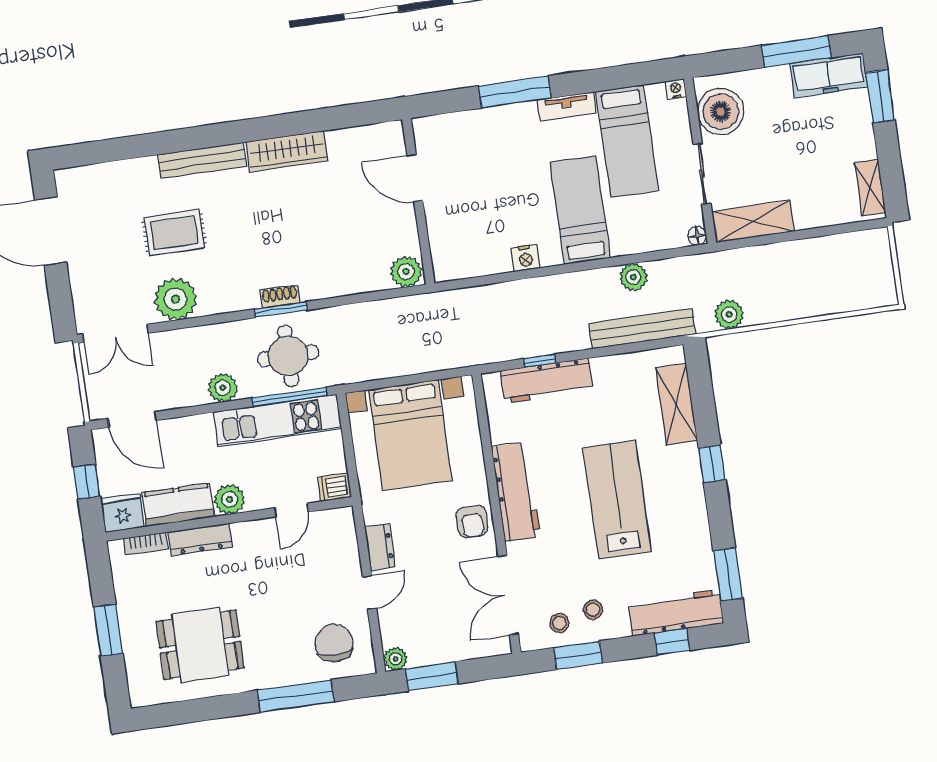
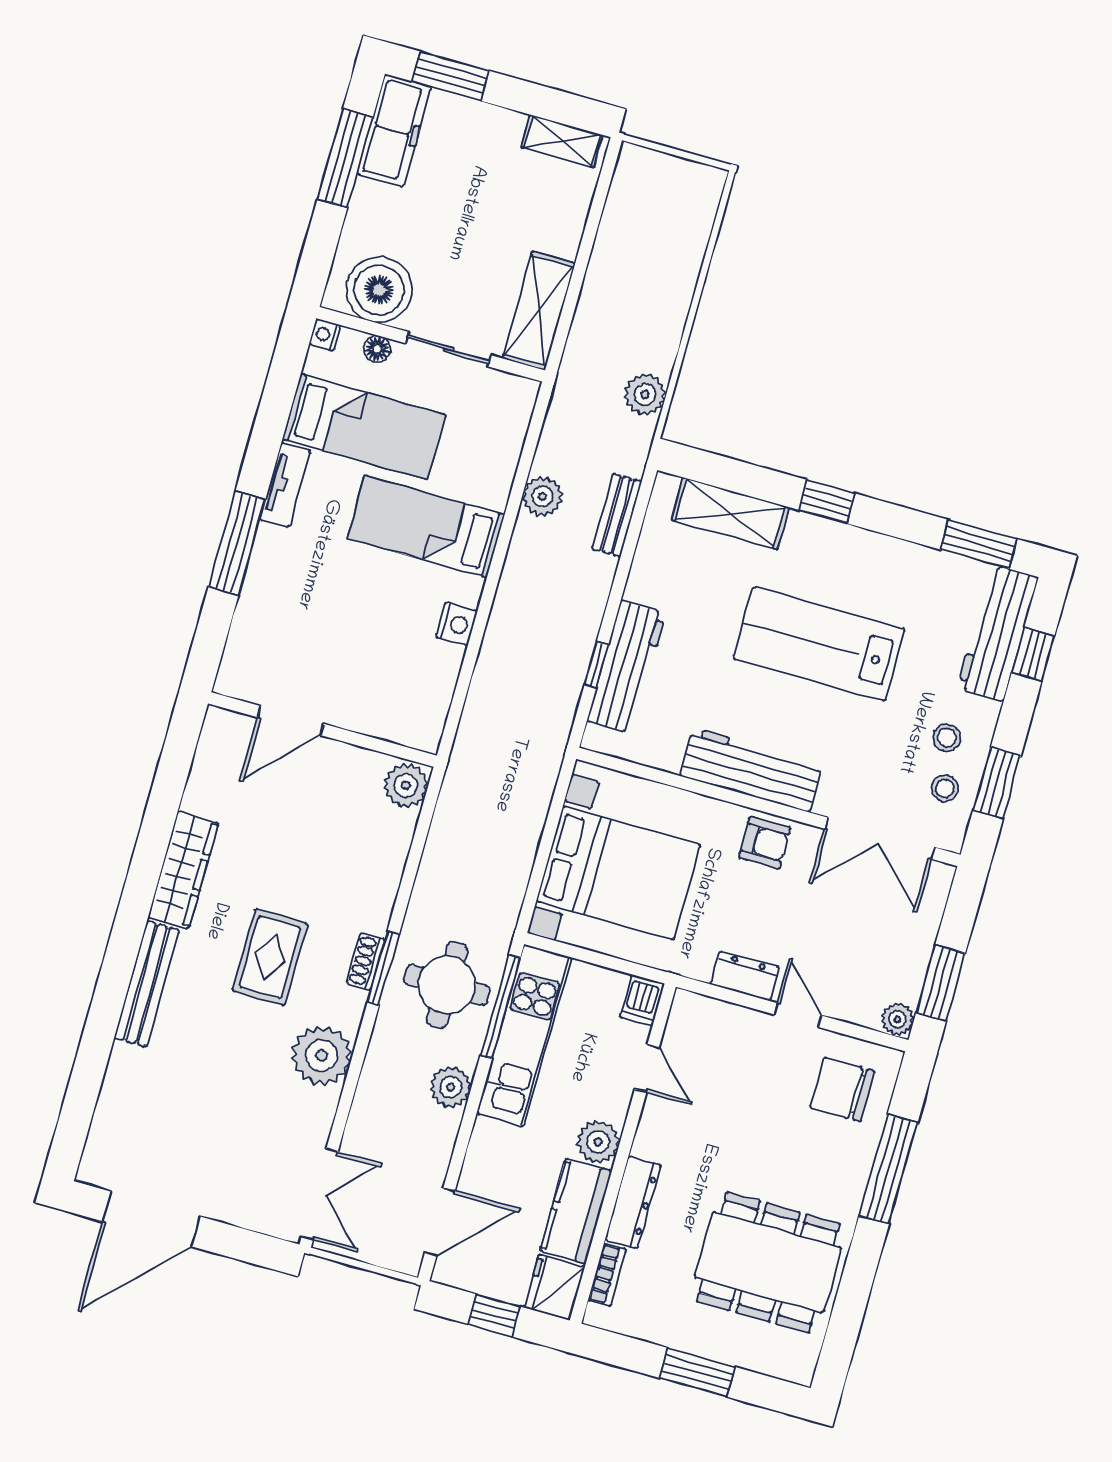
rug: (174, 233) -> (270, 957), moved
floor lamp: (697, 236) -> (377, 349), moved
plant: (176, 299) -> (322, 1055), moved
bench: (642, 329) -> (617, 515), width x0.54, depth x0.82
dining table: (200, 645) -> (768, 1262), width x1.37

